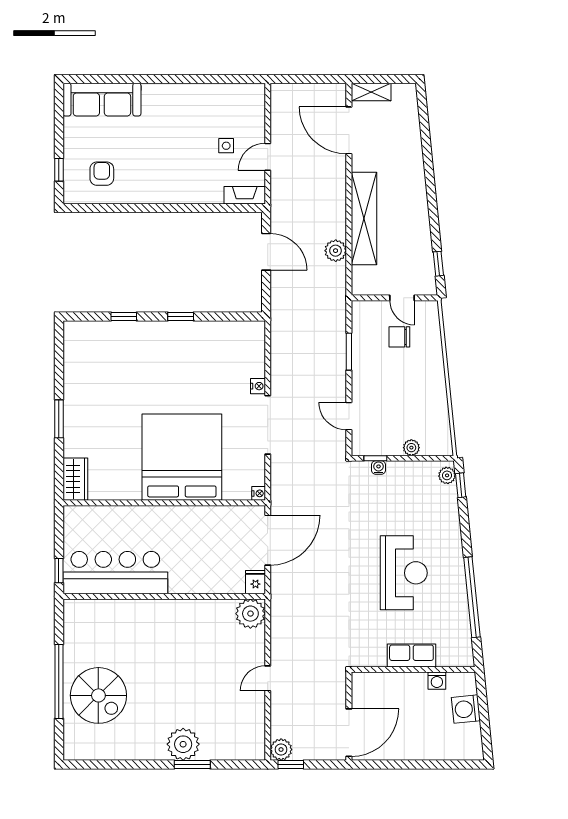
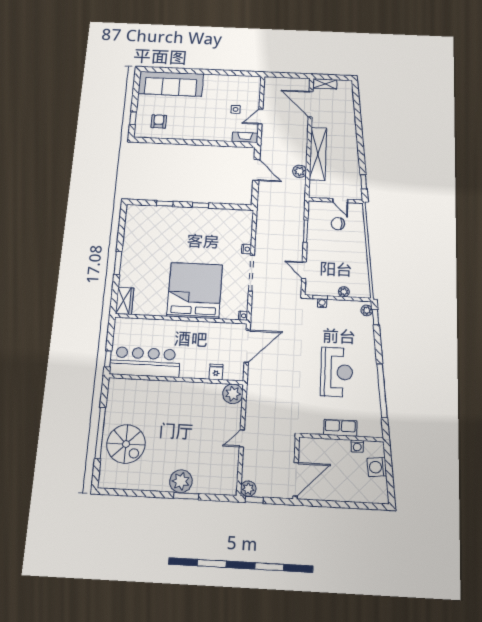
sofa: (102, 100) -> (171, 84), width x1.36, depth x1.27
fridge: (255, 582) -> (216, 372), moved

